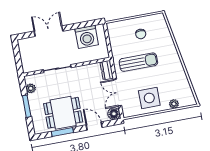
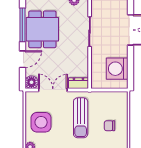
window: (62, 132) -> (22, 25), width x1.44

